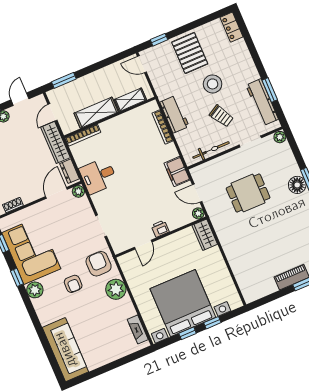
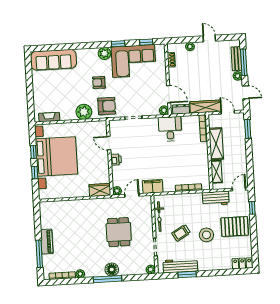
workbench: (174, 114) -> (216, 198), moved

